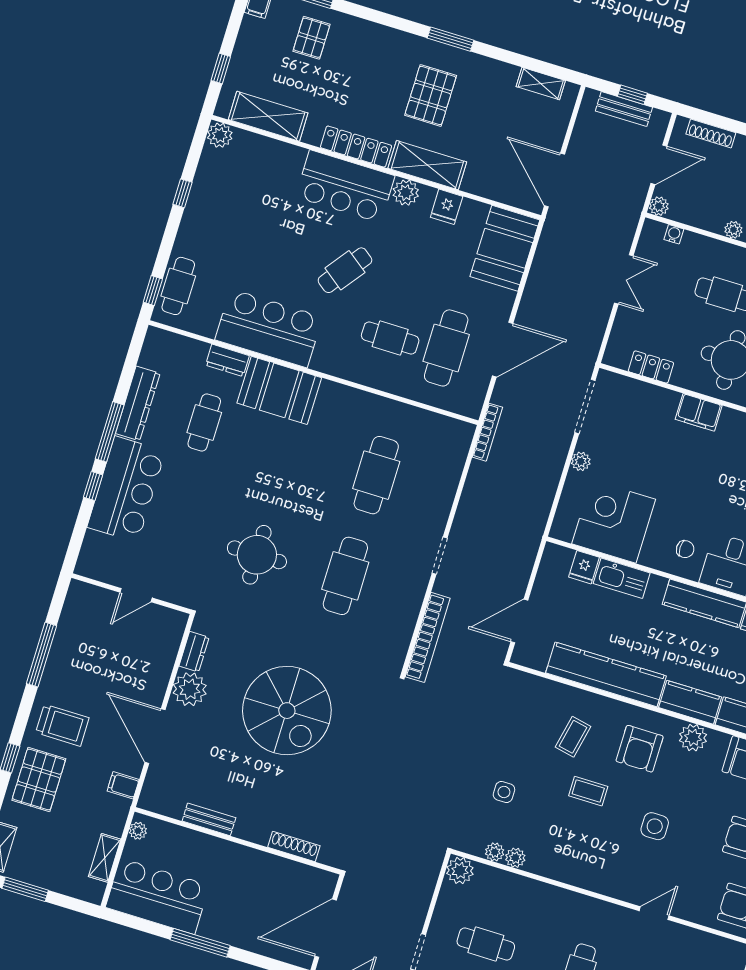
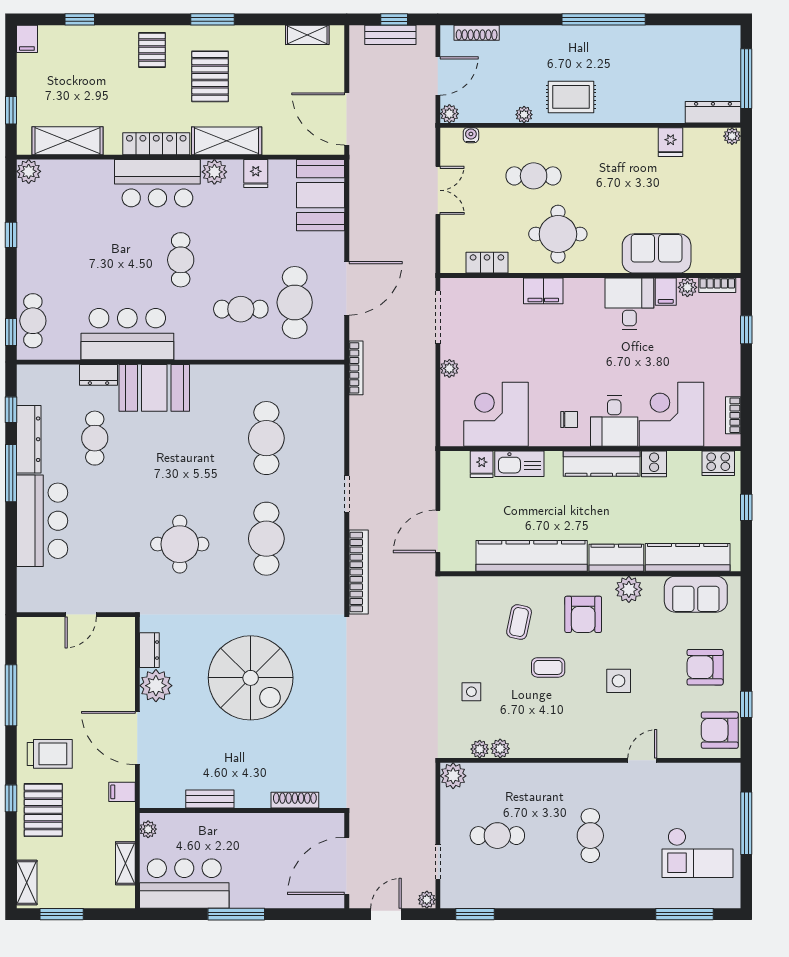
pallet: (312, 38) -> (152, 50), moved
cafe table: (345, 270) -> (181, 260), turned -37
window: (93, 486) -> (11, 410), moved

